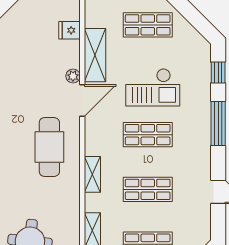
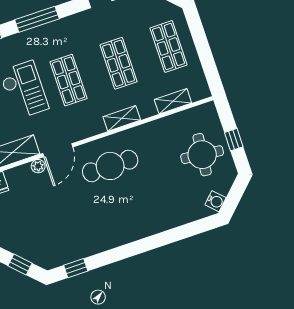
door: (82, 101) -> (58, 150), swing flipped

